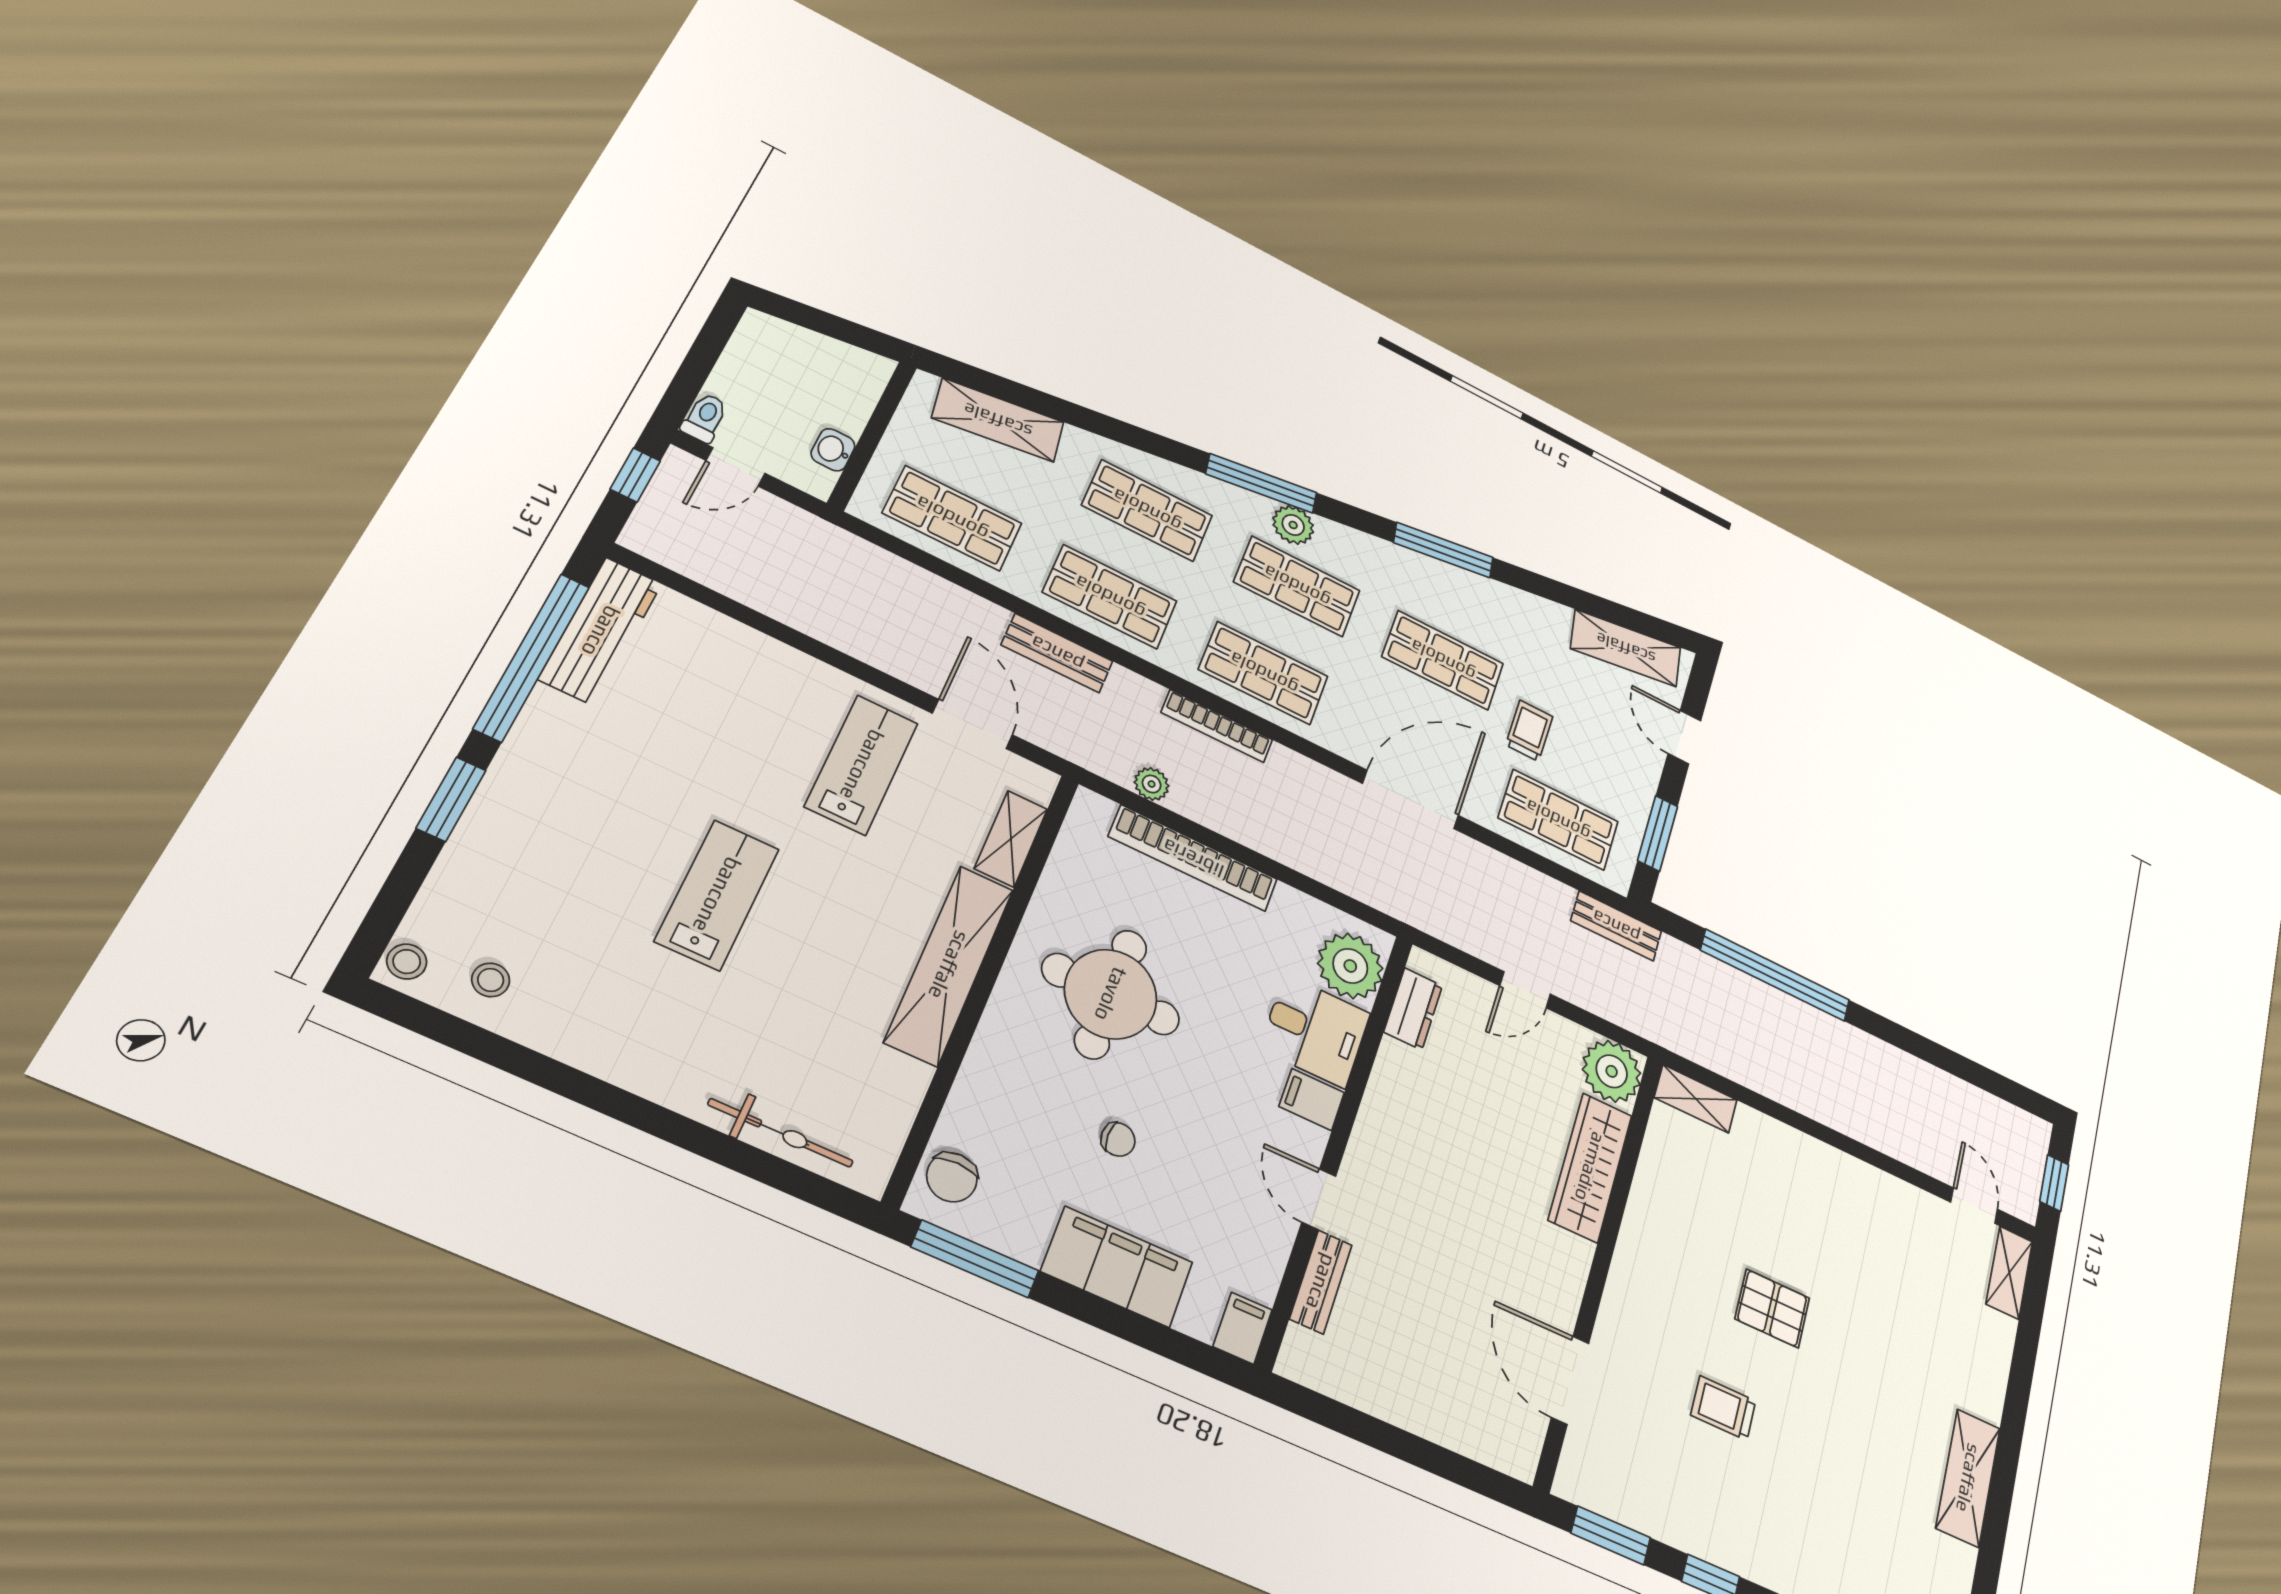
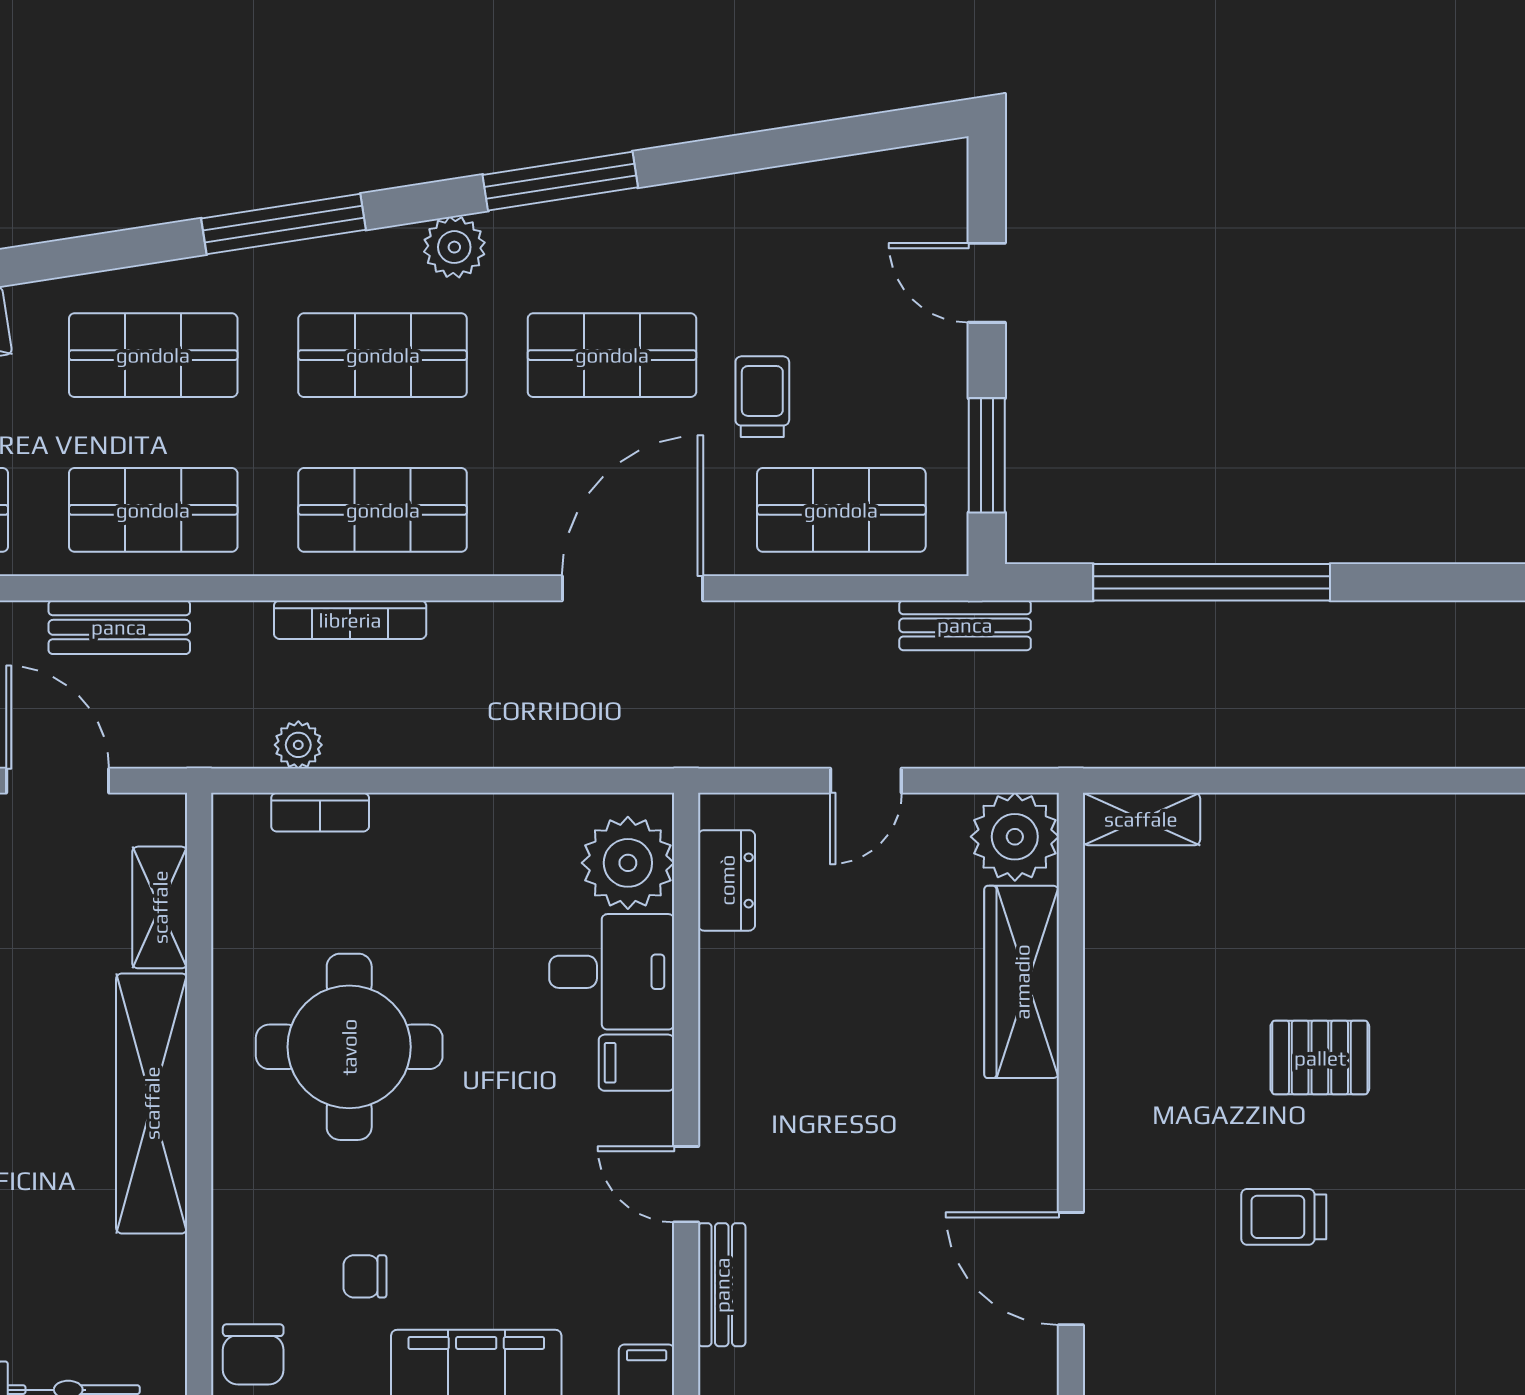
plant: (1293, 525) -> (454, 247), moved
shelving: (1626, 648) -> (863, 187), removed
bookcase: (1193, 858) -> (320, 812), width x0.43, depth x0.76
chair: (1118, 1139) -> (365, 1276), moved, turned 180

